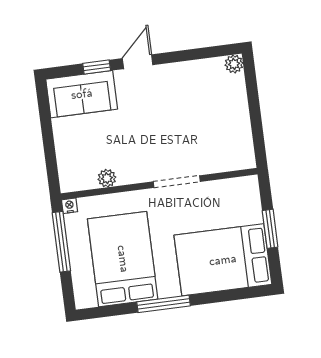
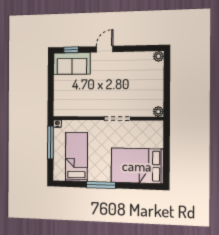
window: (97, 67) -> (71, 50), moved
plant: (107, 178) -> (158, 112), moved
window: (270, 229) -> (166, 152), removed
bed: (123, 259) -> (76, 157), width x0.67

